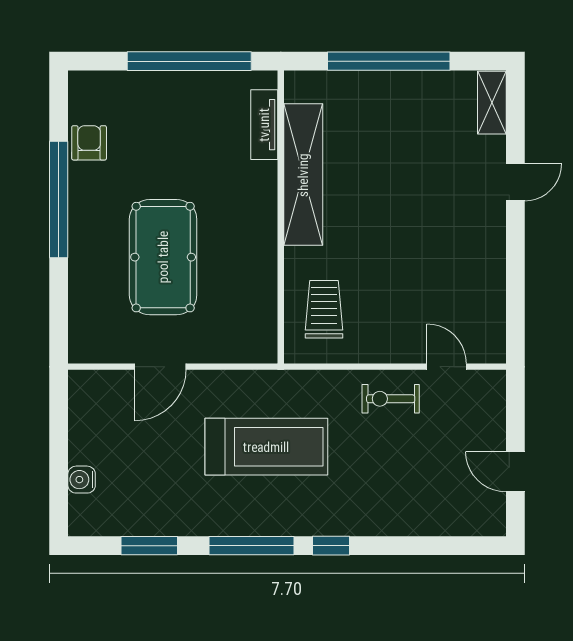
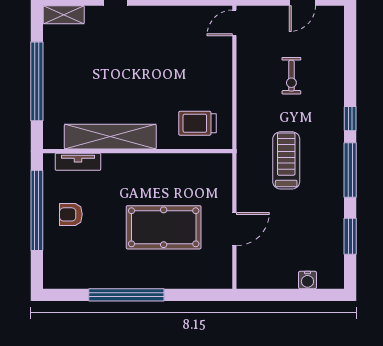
armchair: (89, 143) -> (71, 214), moved
door: (160, 367) -> (234, 229), hinge flipped
door: (447, 367) -> (234, 23), moved
exercise bike: (391, 399) -> (291, 76), moved
treadmill: (266, 447) -> (286, 160), width x0.73, depth x0.73

